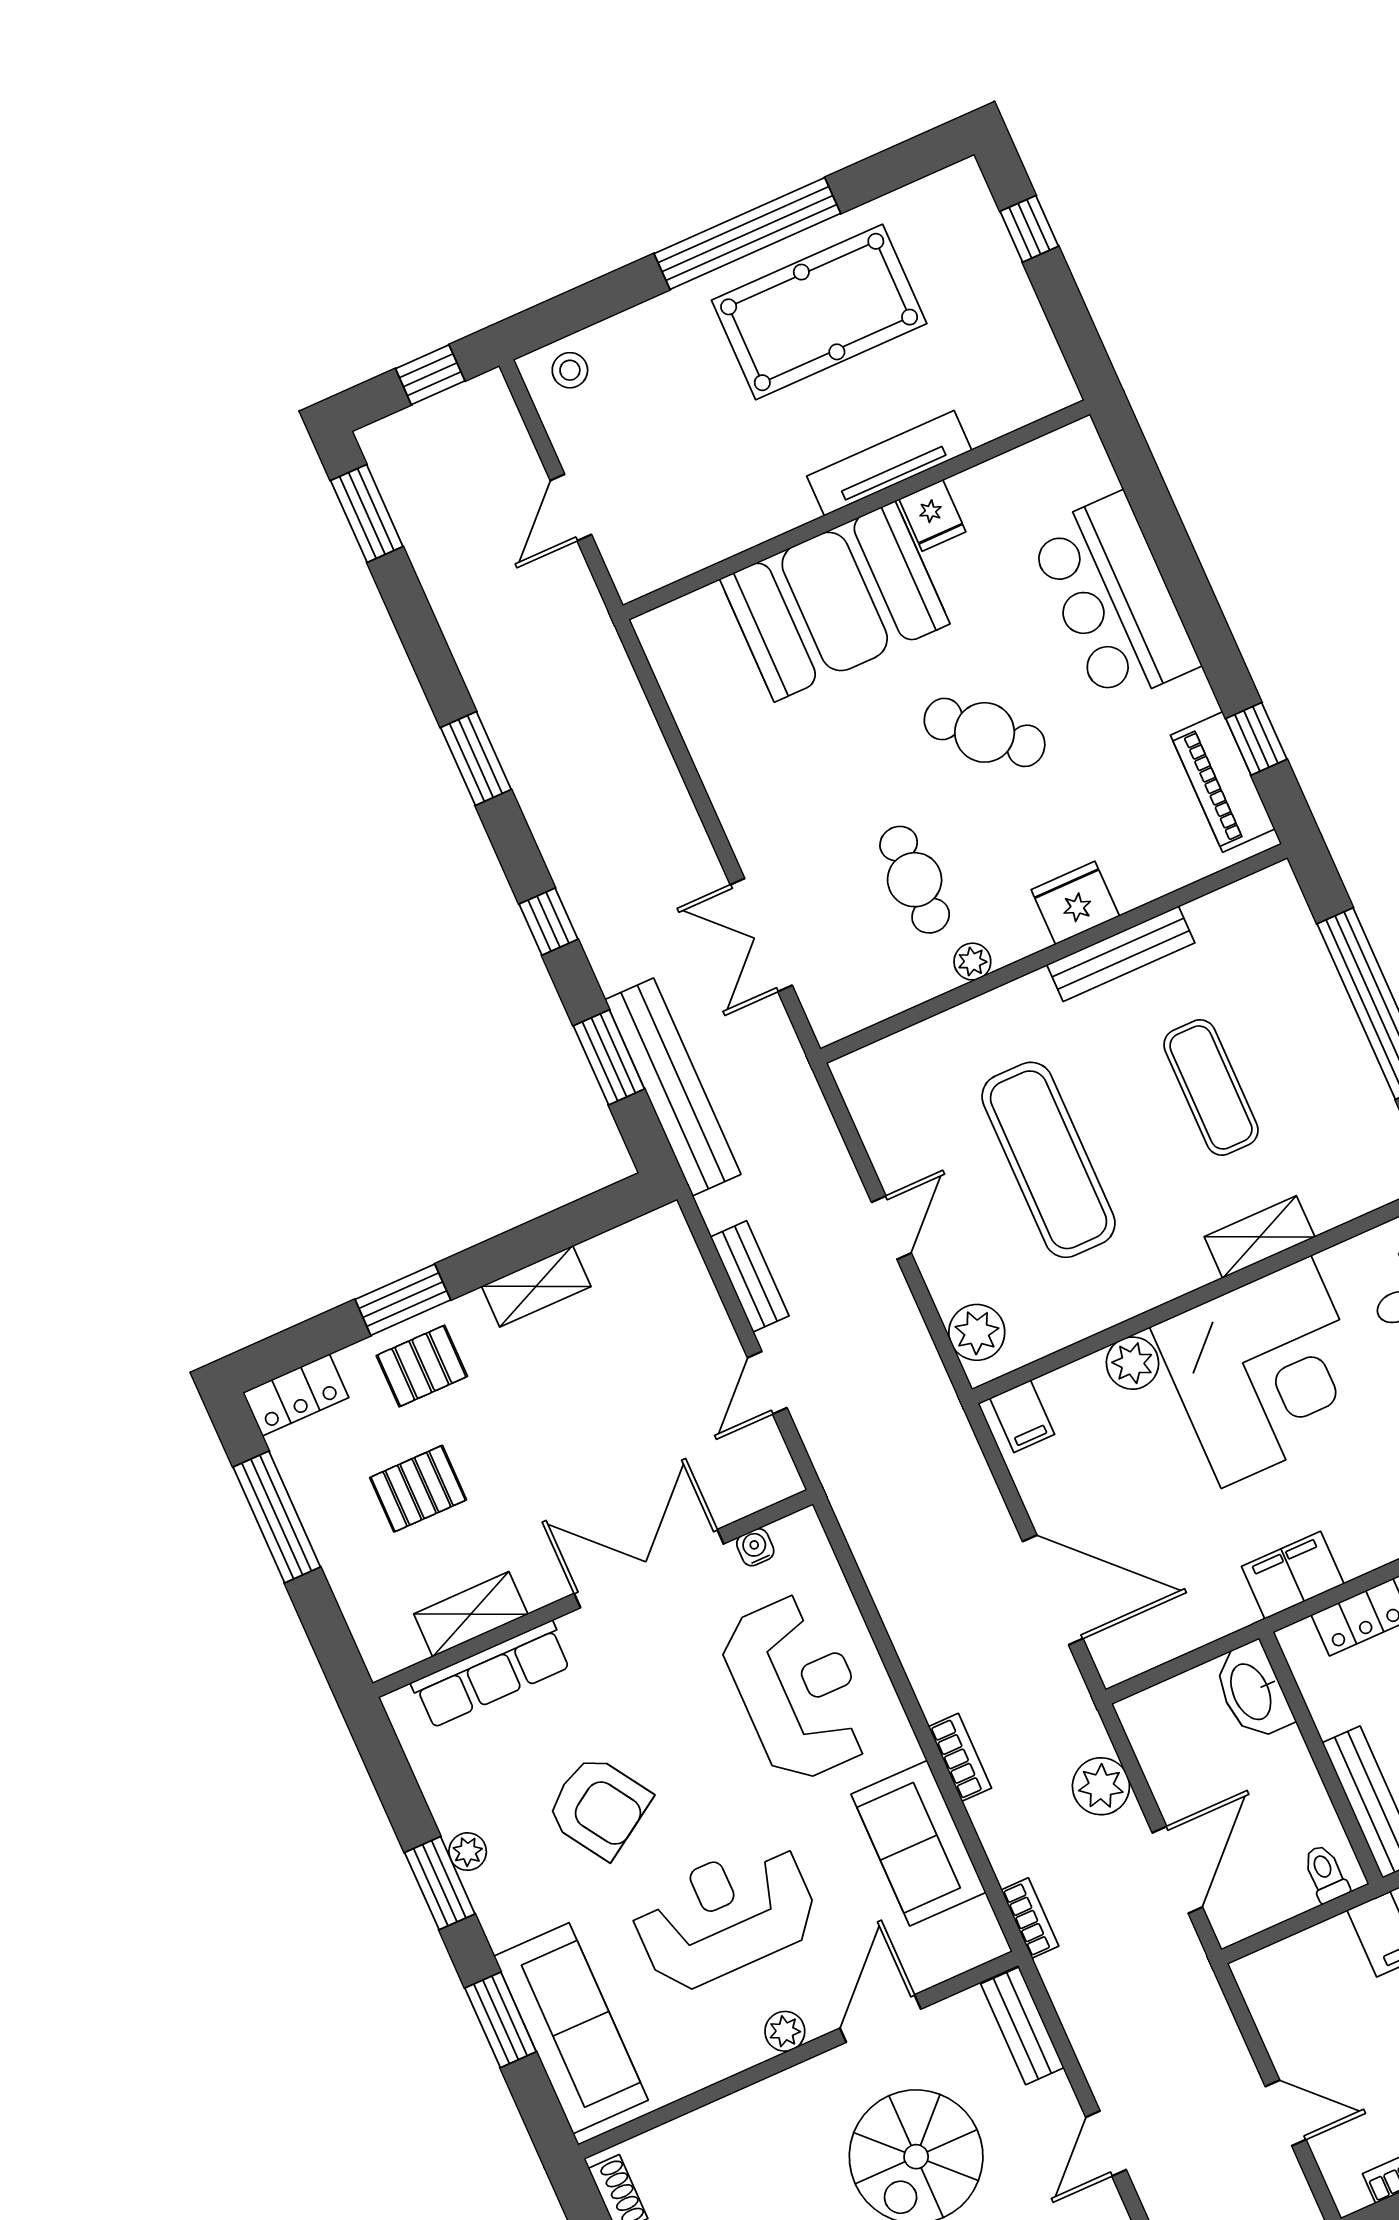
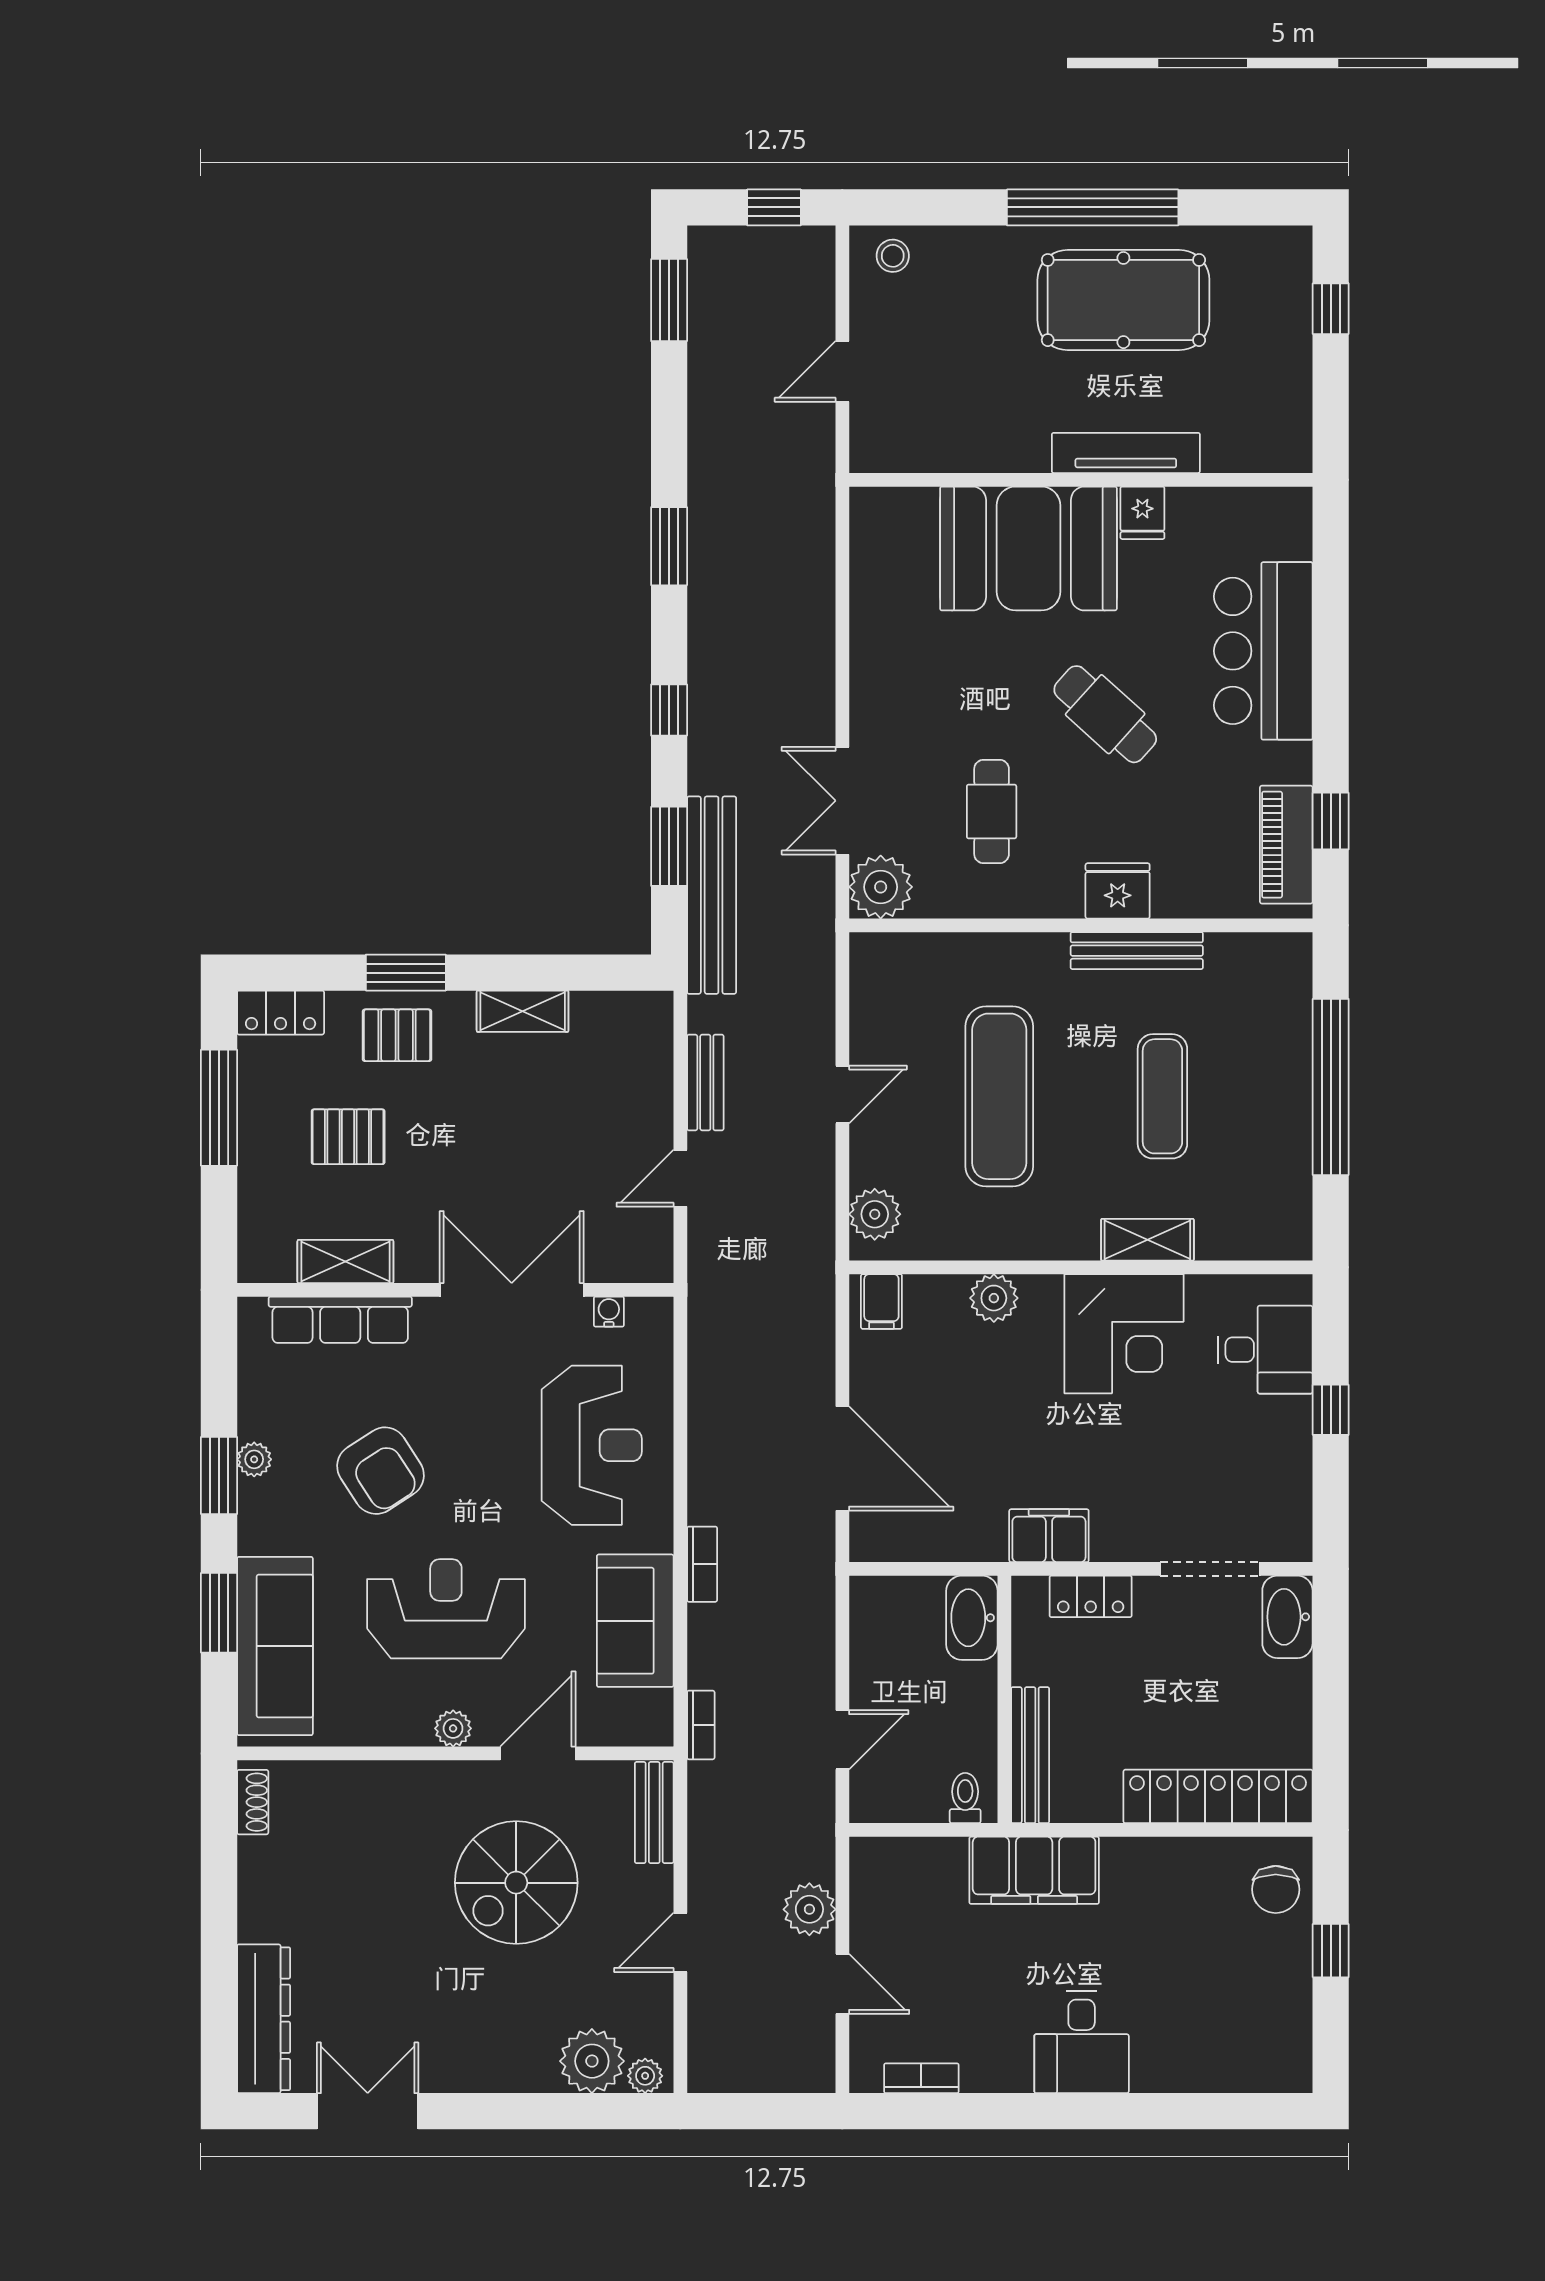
plant: (972, 962) -> (881, 887), moved, width x1.88, depth x1.88
corner desk: (1266, 1372) -> (1124, 1334), width x0.74, depth x0.74
plant: (1101, 1786) -> (809, 1909), moved
door: (1177, 1870) -> (842, 1740), width x0.73

